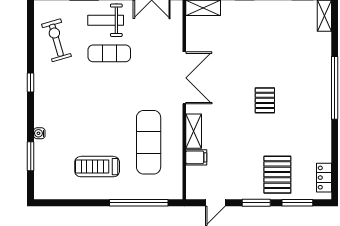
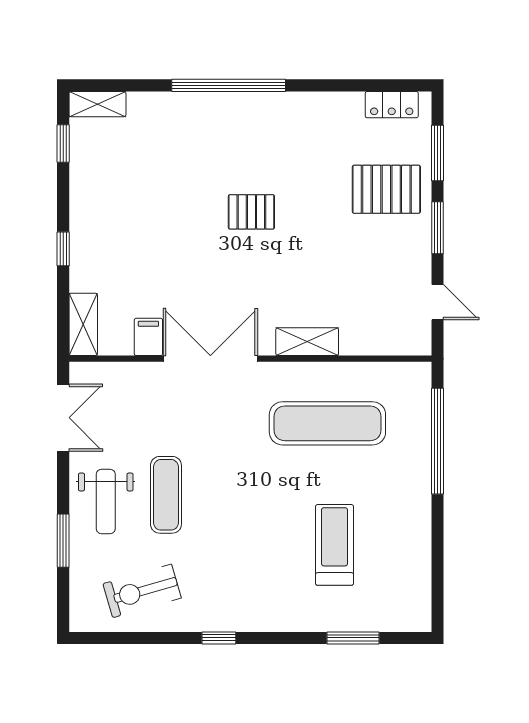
water cooler: (39, 133) -> (311, 622), removed
filing cabinet: (196, 157) -> (148, 337), moved
treadmill: (97, 167) -> (334, 545), moved, turned 180

